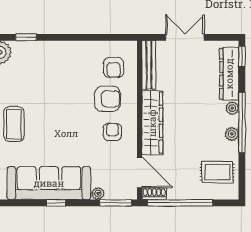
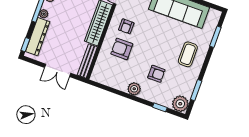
plant: (71, 50) -> (134, 89), added
armchair: (114, 67) -> (156, 74), moved, turned 90

